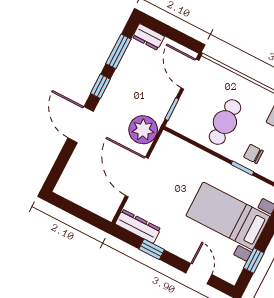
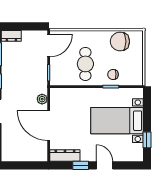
door: (190, 74) -> (49, 46), swing flipped
plant: (143, 130) -> (42, 99), width x0.53, depth x0.53
door: (199, 274) -> (105, 165), moved

